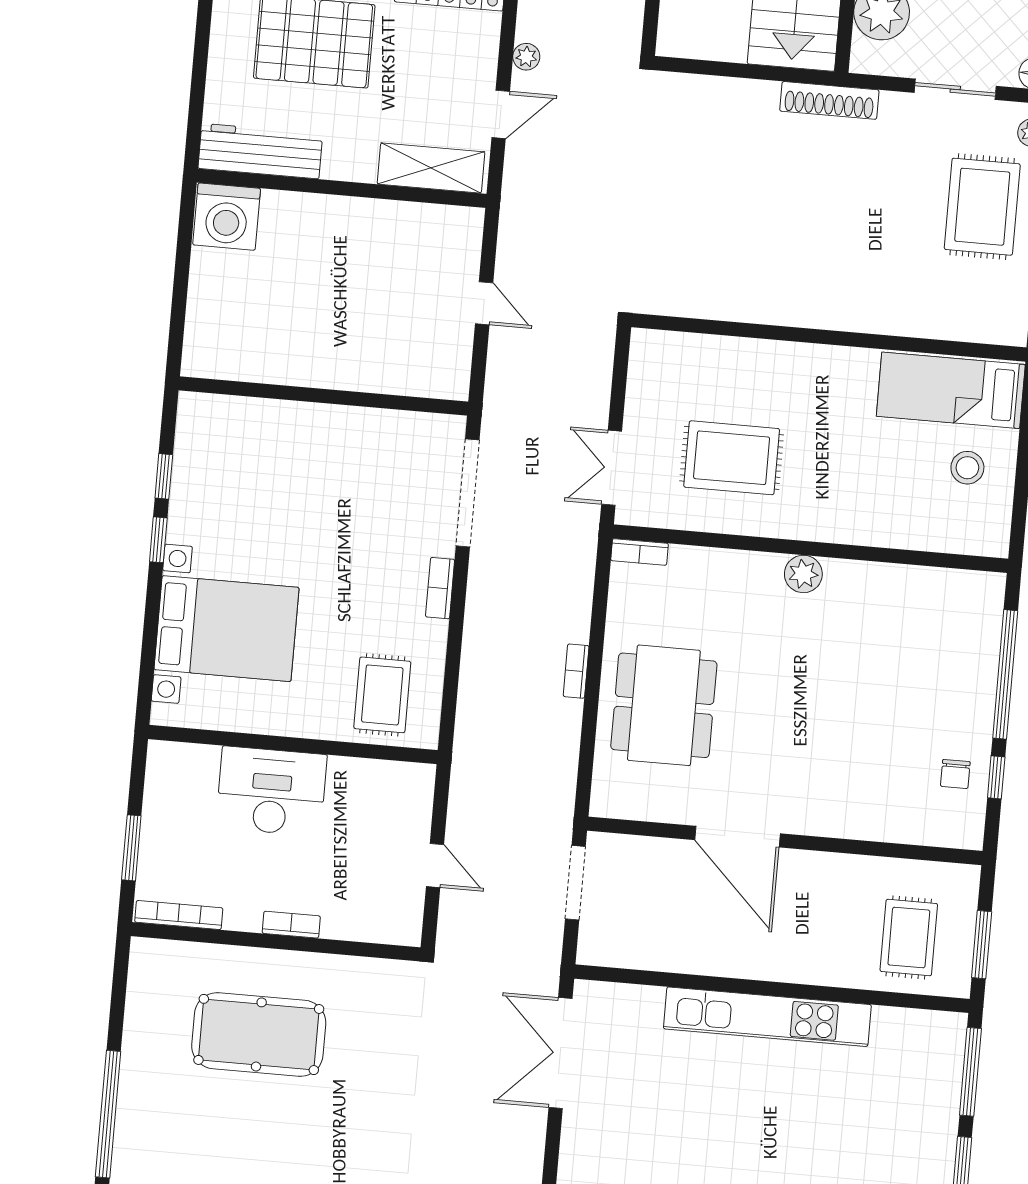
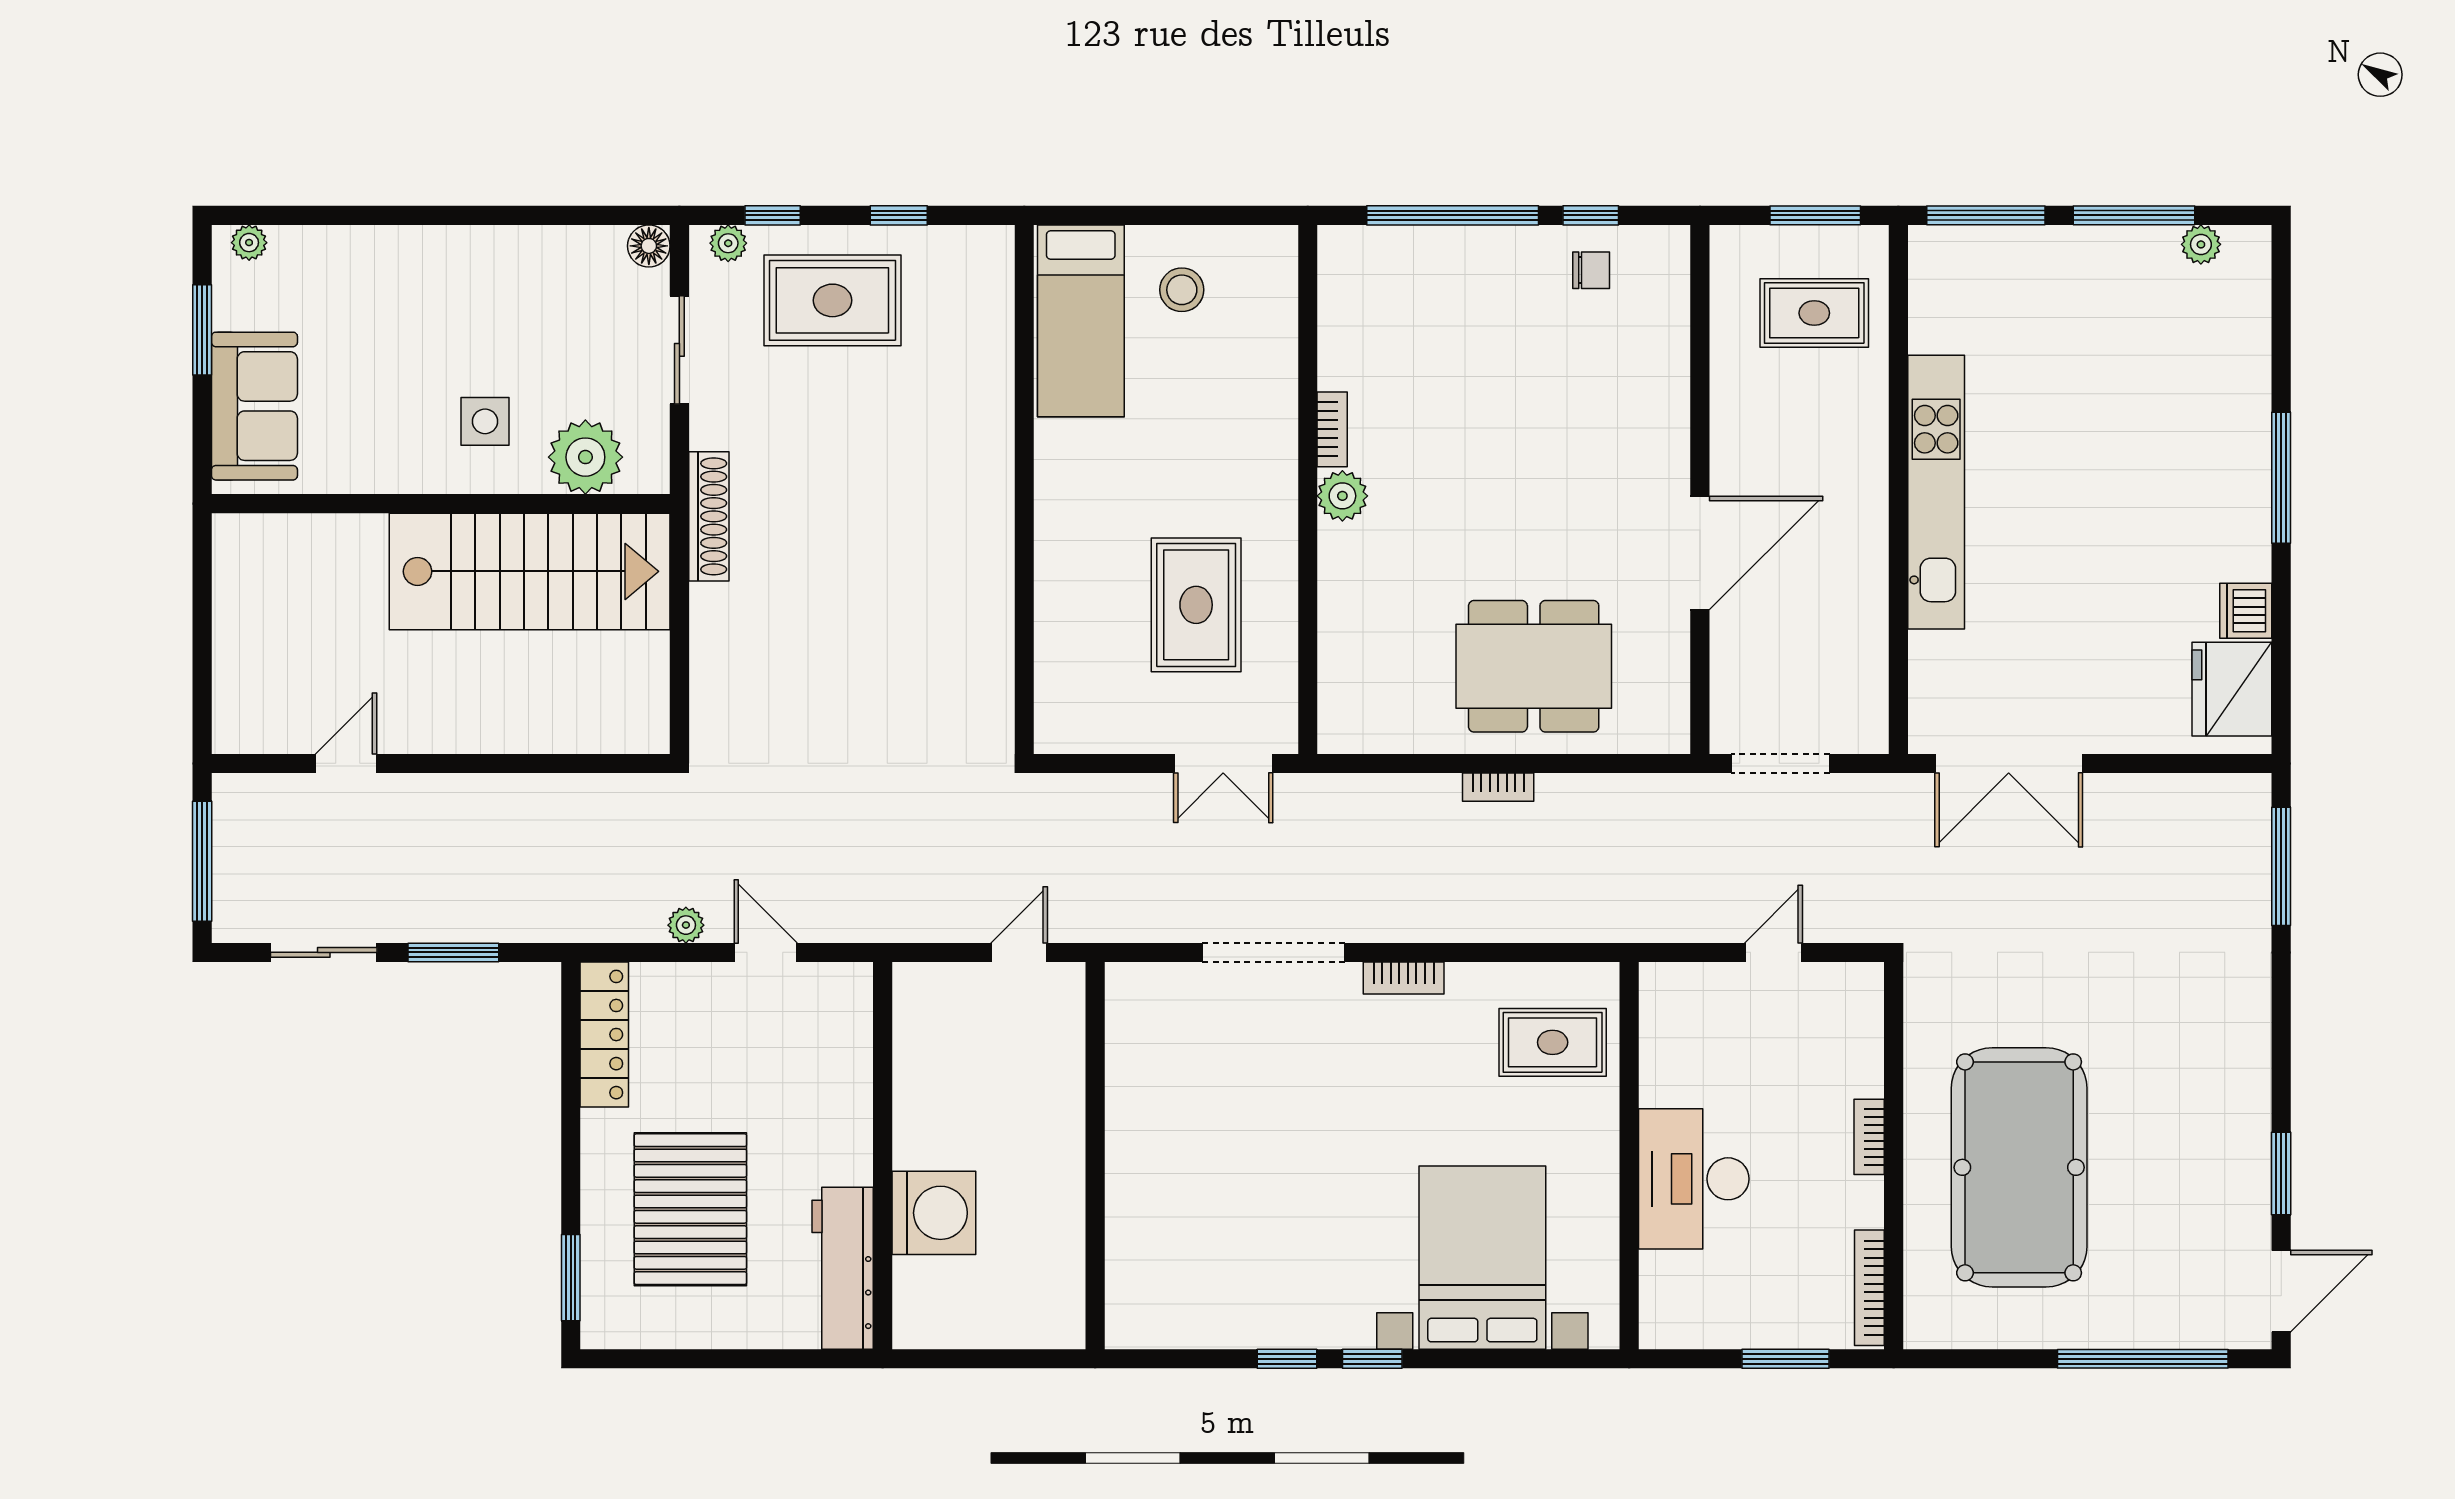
shelving: (431, 168) -> (845, 1039), removed
washing machine: (227, 217) -> (934, 1213), moved
wall: (323, 396) -> (1095, 1156), moved
bookcase: (640, 552) -> (1332, 429), moved
pool table: (259, 1034) -> (2019, 1167), width x1.36, depth x1.32

